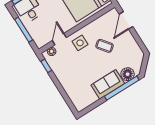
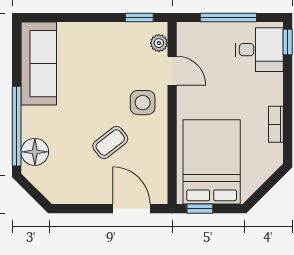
sofa: (108, 84) -> (39, 64), moved, width x1.36

